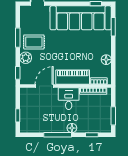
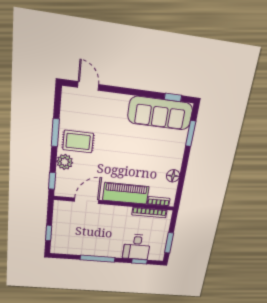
sofa: (81, 18) -> (160, 113), width x0.74, depth x0.79
desk: (69, 99) -> (137, 247), moved, turned 180
floor lamp: (72, 128) -> (116, 252), removed

